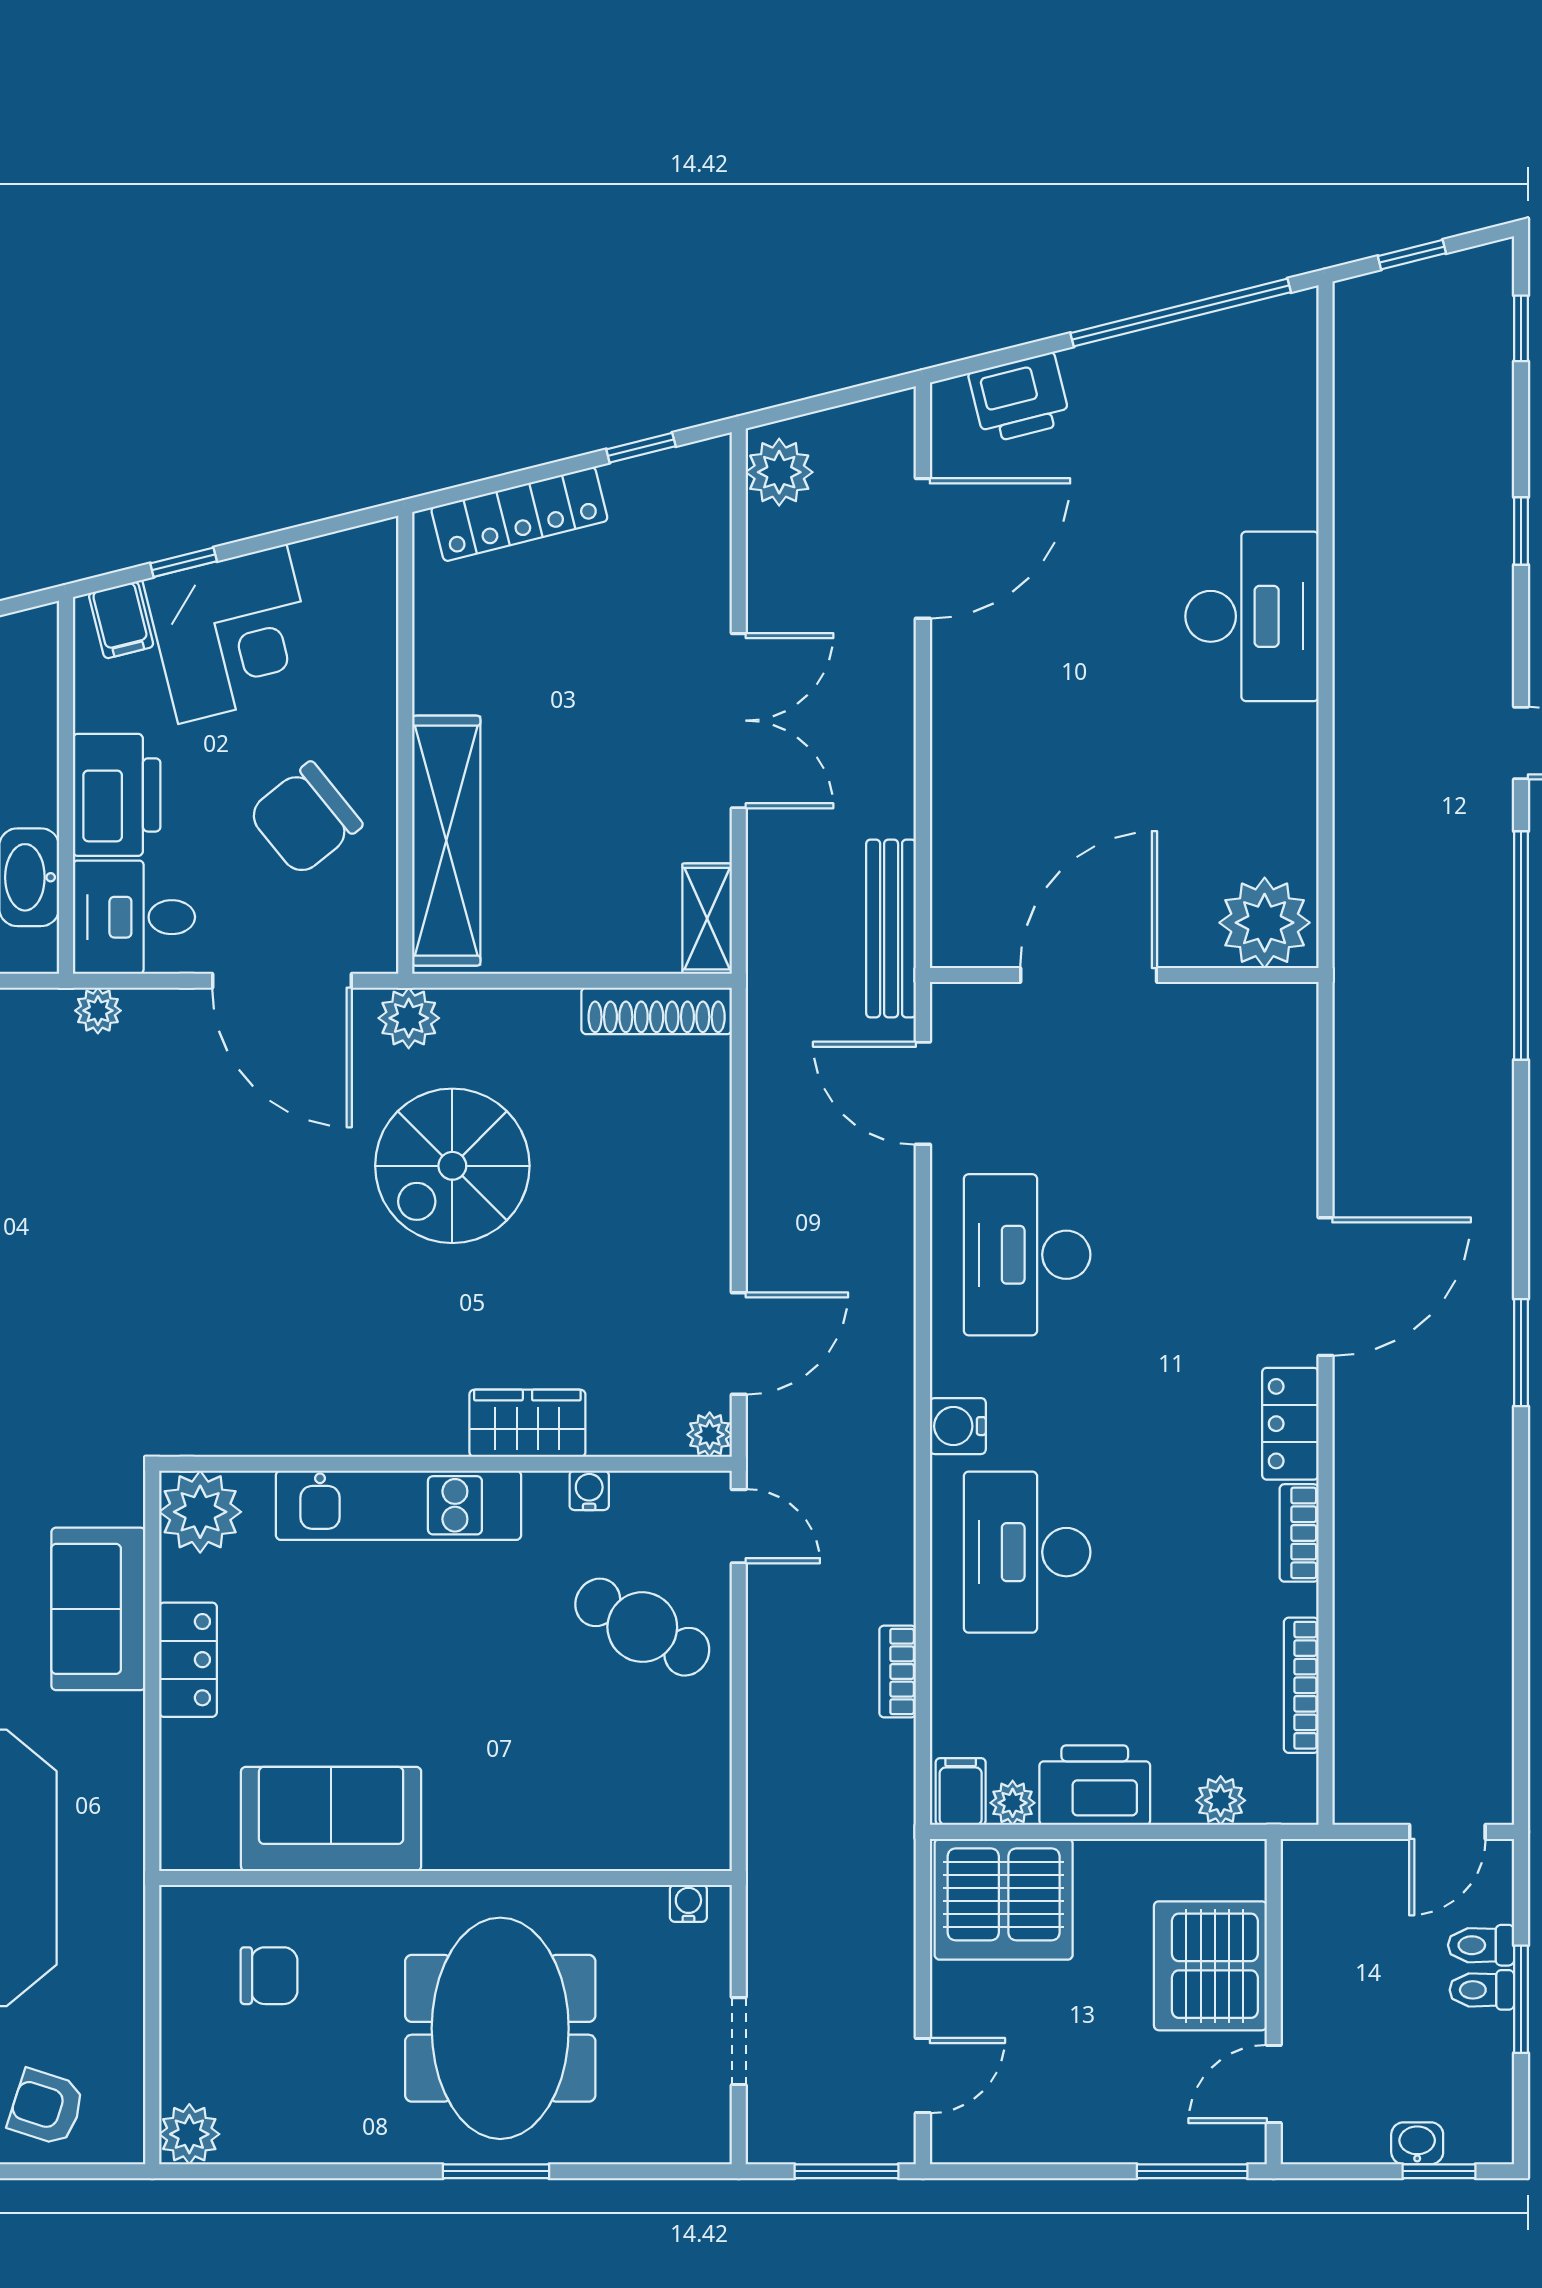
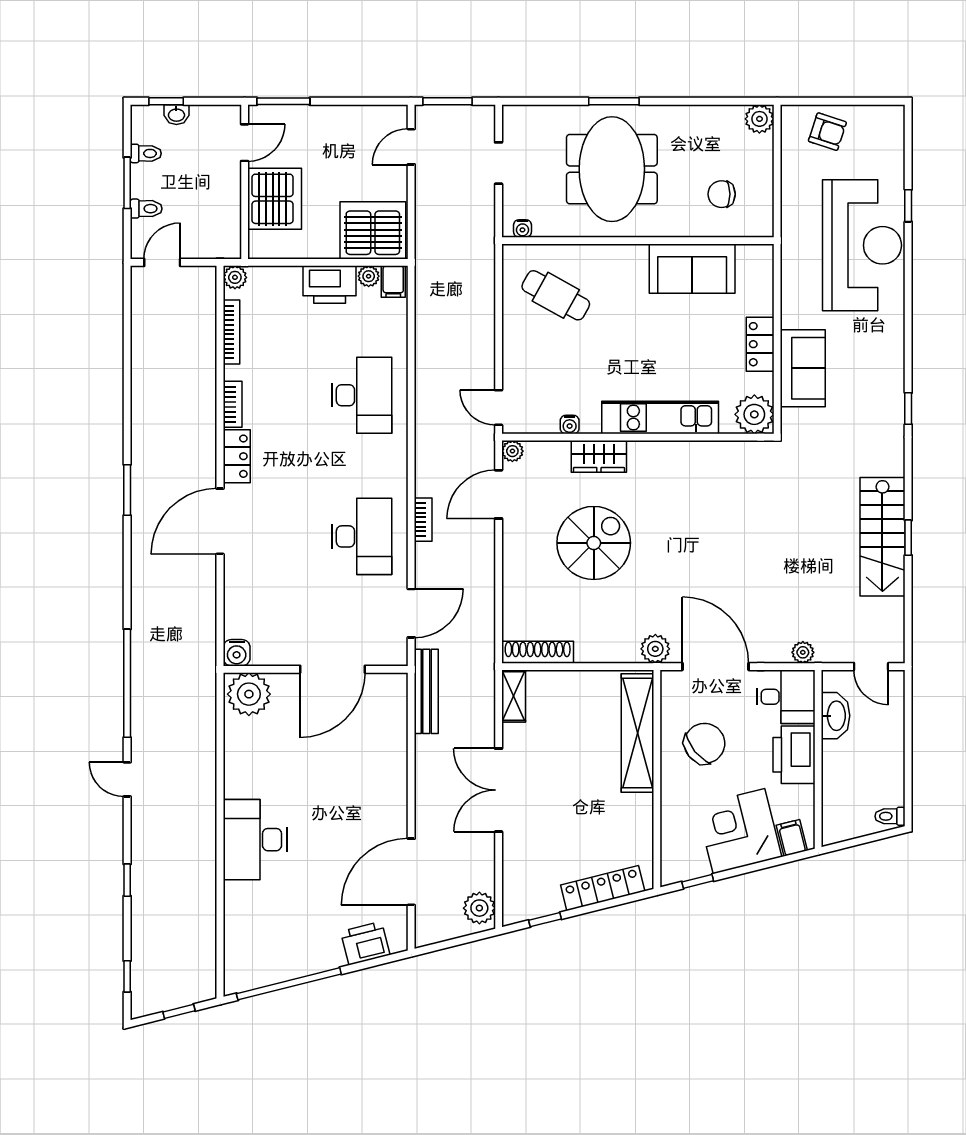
window: (184, 562) -> (698, 881), moved
door: (923, 1093) -> (411, 613), hinge flipped
spiral stairs: (452, 1166) -> (594, 543), moved
water cooler: (958, 1426) -> (237, 653), moved, turned 90
cafe table: (642, 1627) -> (556, 295), moved
bookcase: (898, 1671) -> (423, 520), moved
plant: (1221, 1800) -> (235, 277), moved
toilet: (1482, 1990) -> (146, 153), moved

